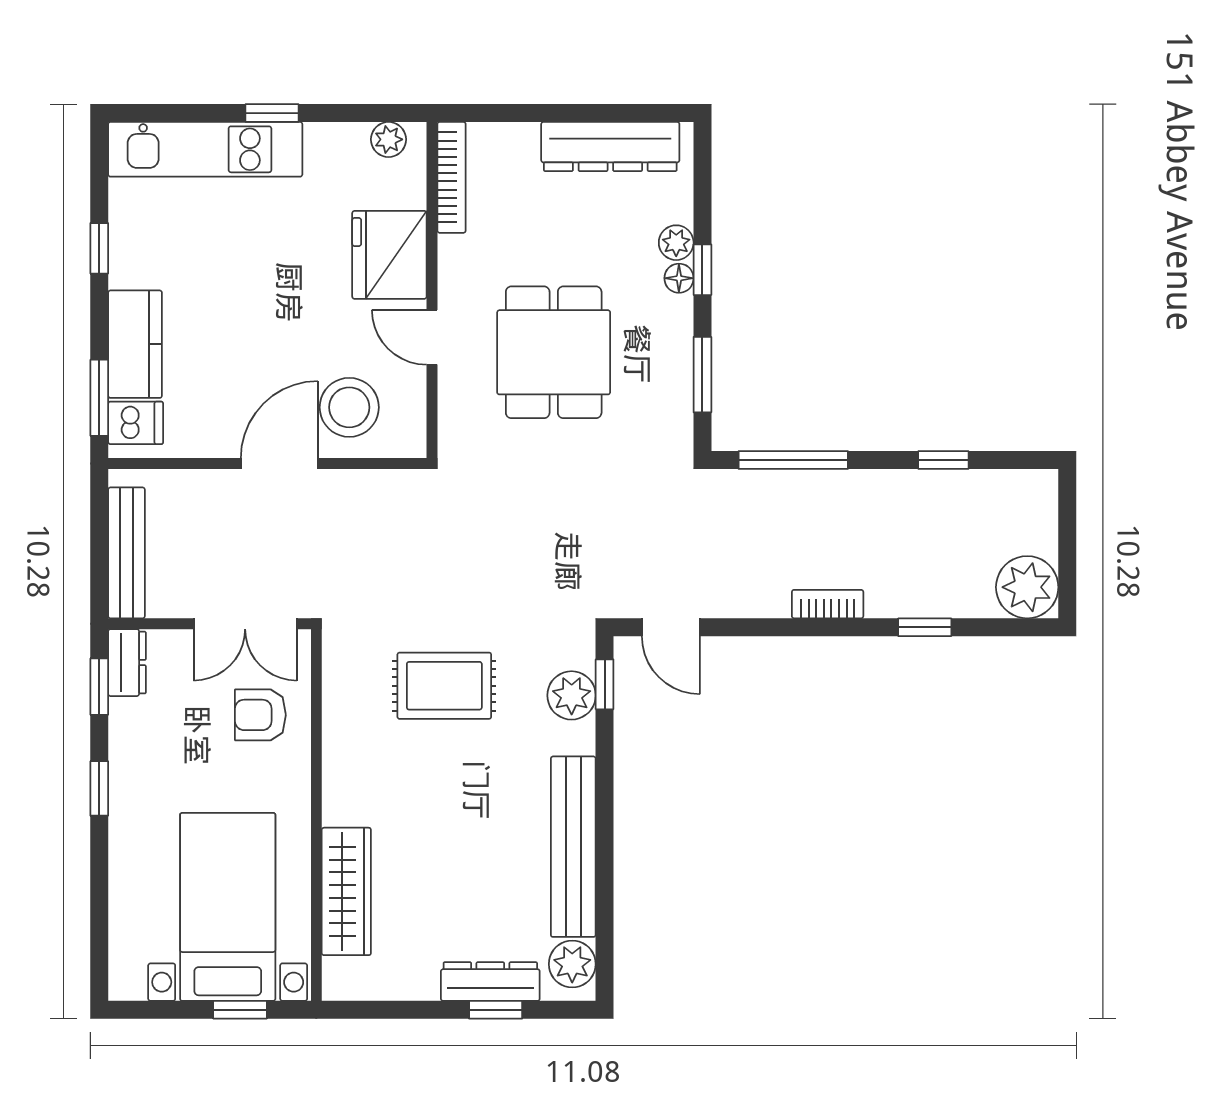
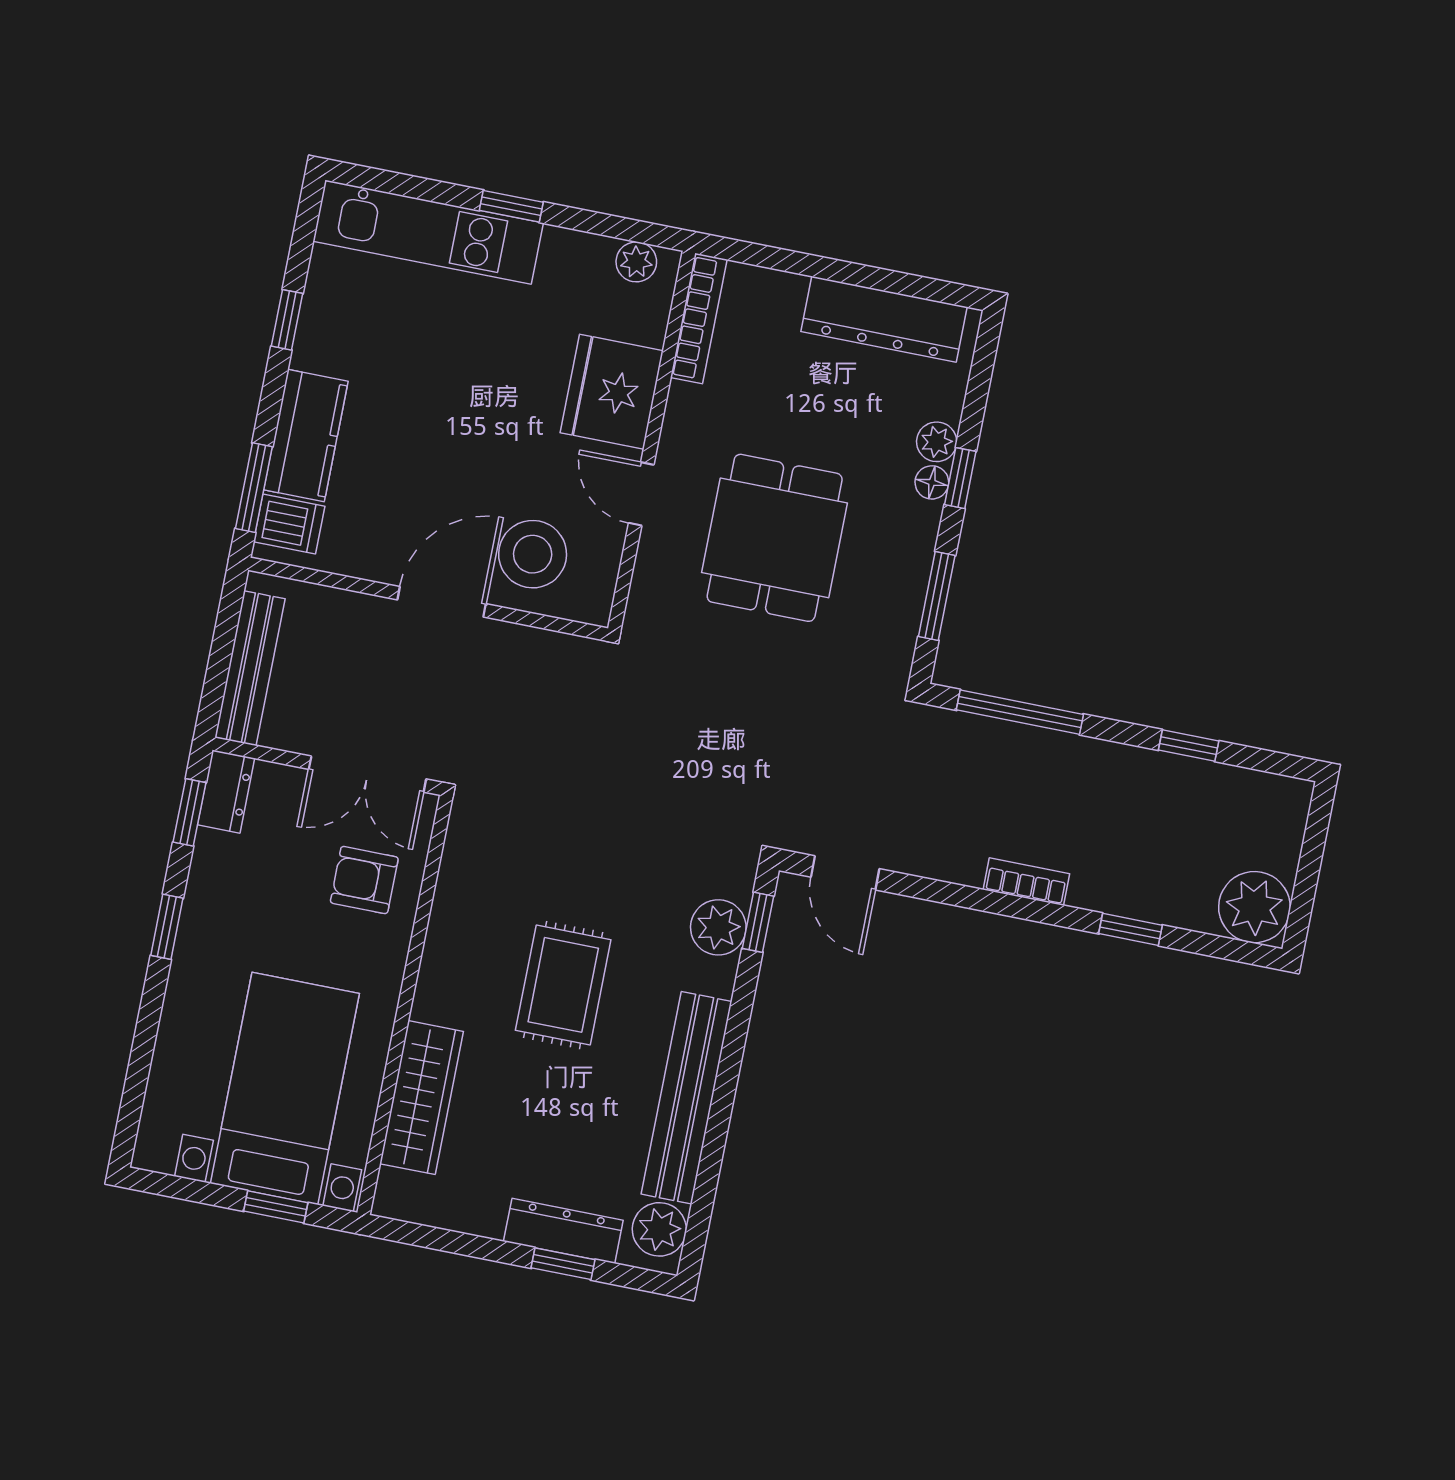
rug: (444, 686) -> (563, 985), moved, turned 90

